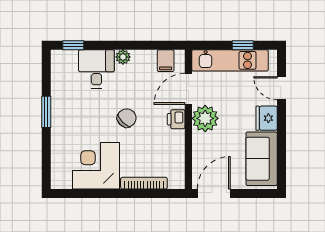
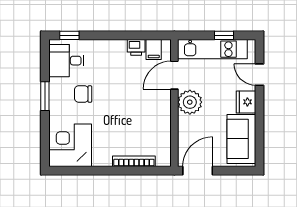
plant: (123, 57) -> (115, 46), removed
desk: (96, 69) -> (66, 61), moved, turned -90
chair: (127, 118) -> (83, 94), moved, turned -135
printer: (176, 119) -> (136, 47), moved, turned -90
corner desk: (96, 166) -> (70, 145), moved

